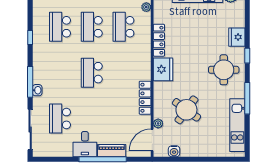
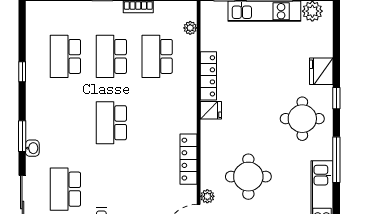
fridge: (163, 69) -> (211, 110), width x0.53, depth x0.75
window: (30, 82) -> (22, 136), width x0.69
round table: (186, 110) -> (248, 177), turned -36

